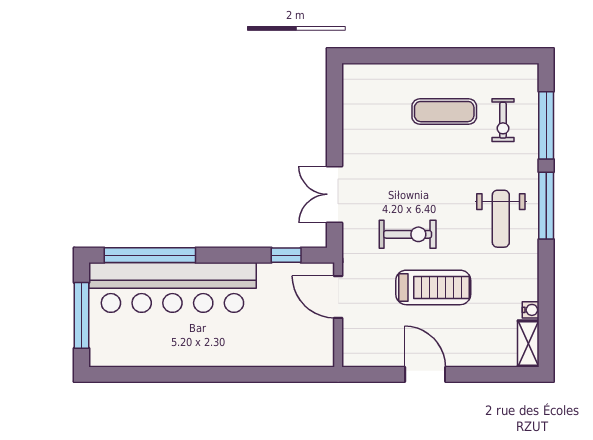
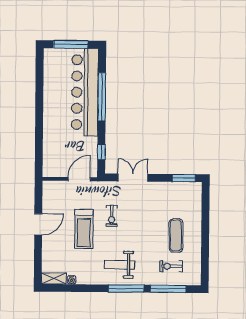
window: (334, 97) -> (184, 178), added
exercise bike: (408, 234) -> (112, 216), width x0.73, depth x0.72
window: (150, 255) -> (102, 97), moved

